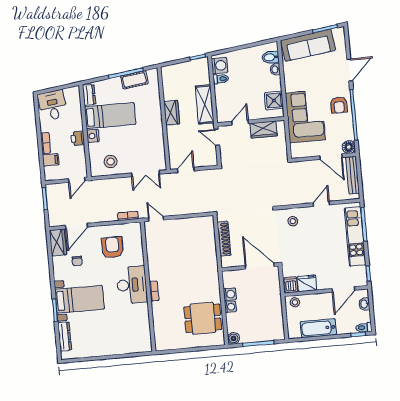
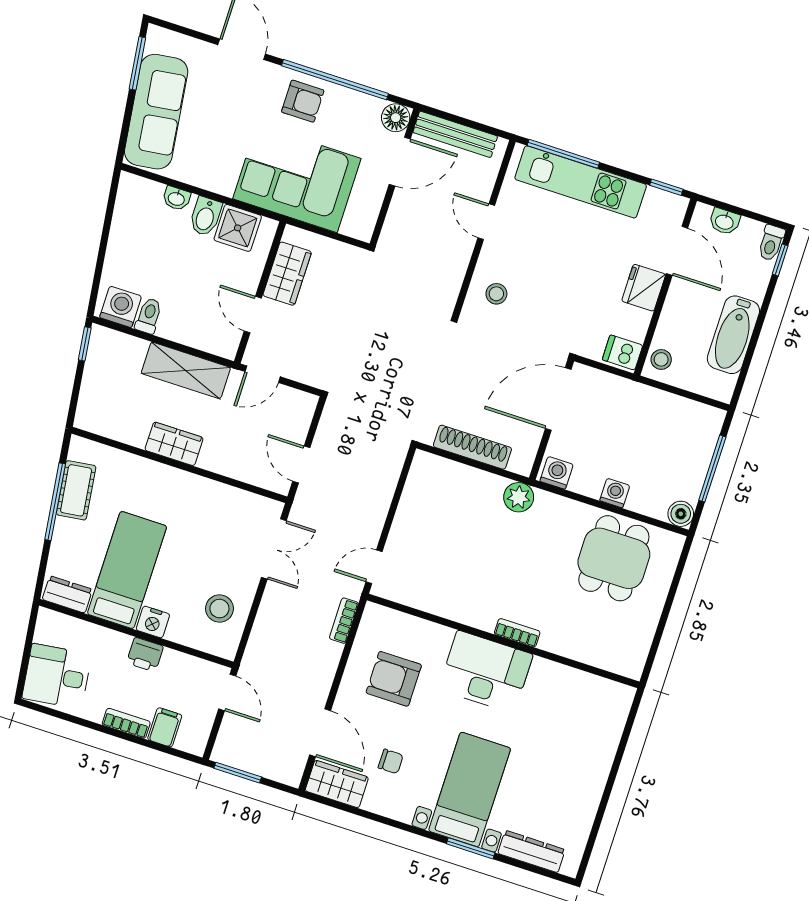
bidet: (270, 57) -> (206, 216), moved
plant: (211, 267) -> (519, 497), added
fridge: (307, 283) -> (644, 288), moved
washing machine: (230, 294) -> (557, 473), moved

